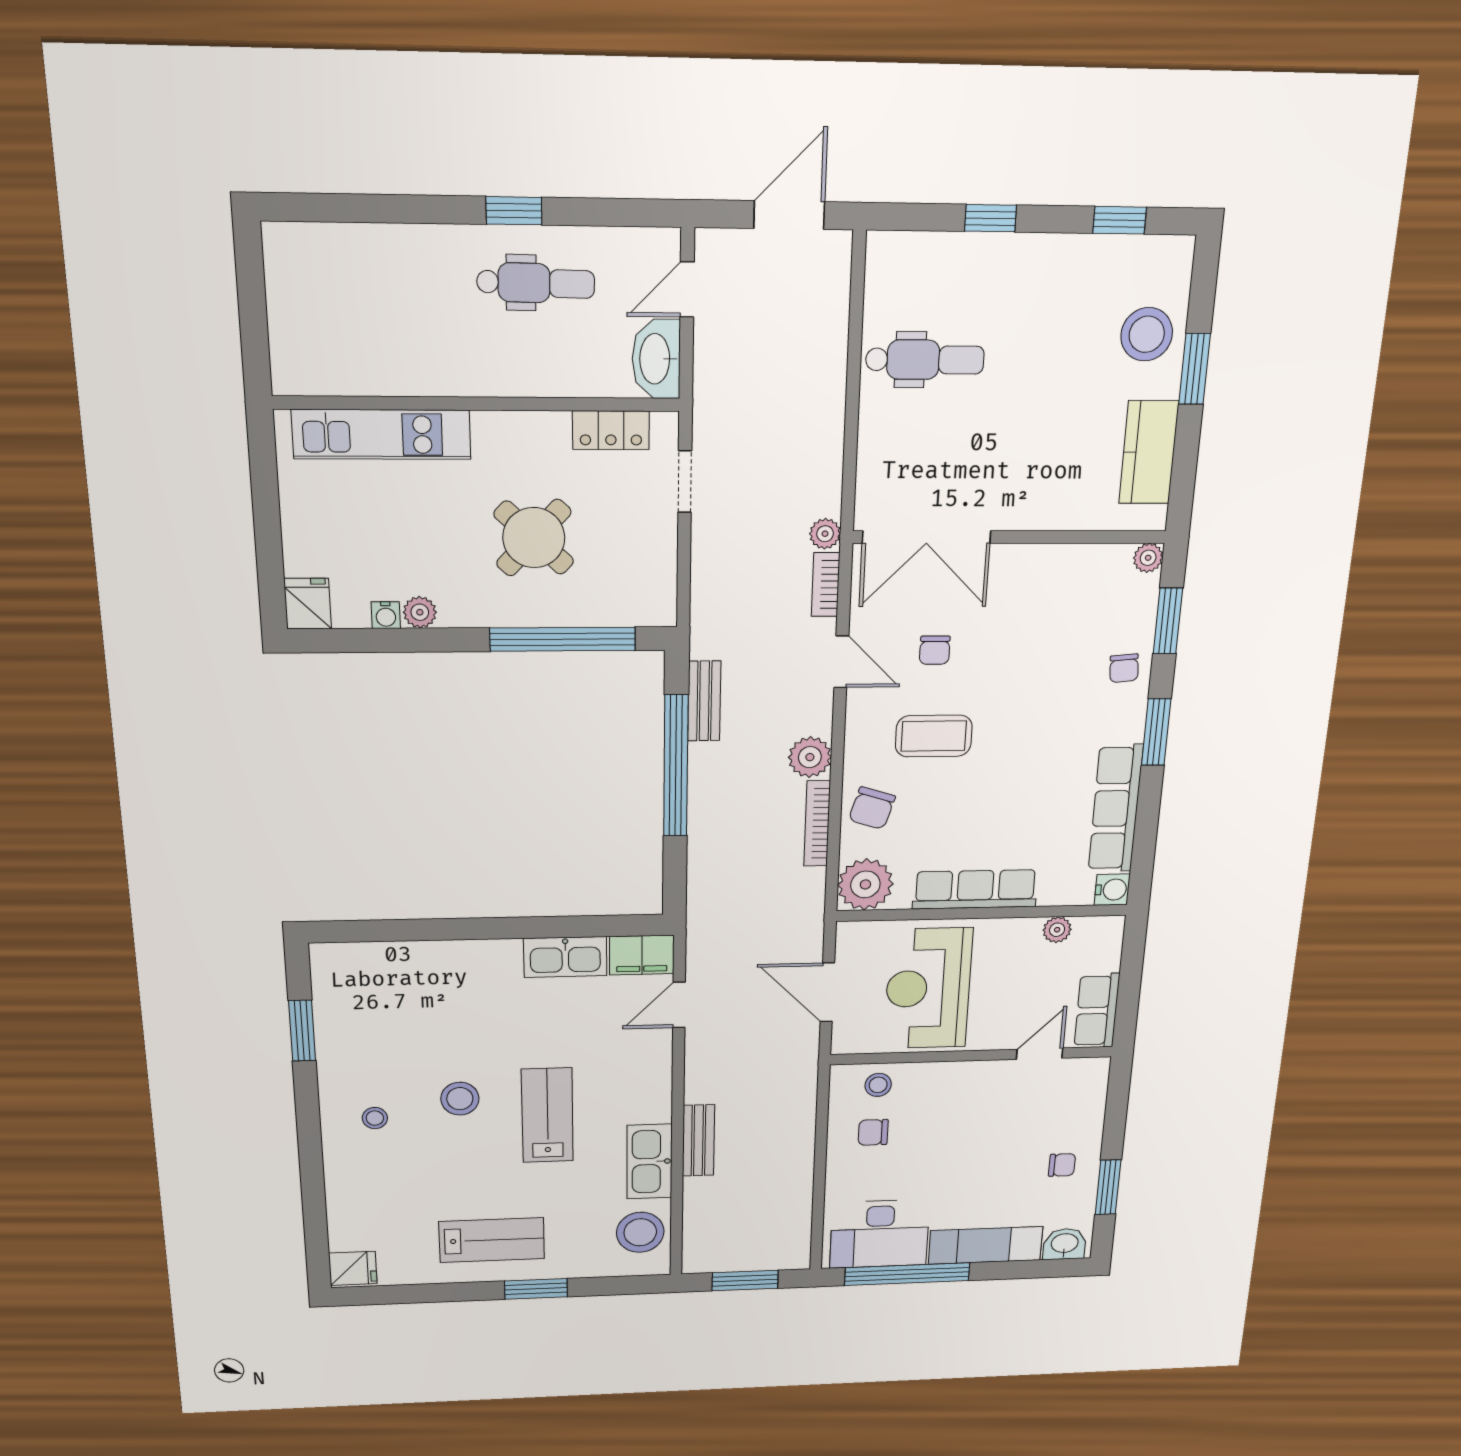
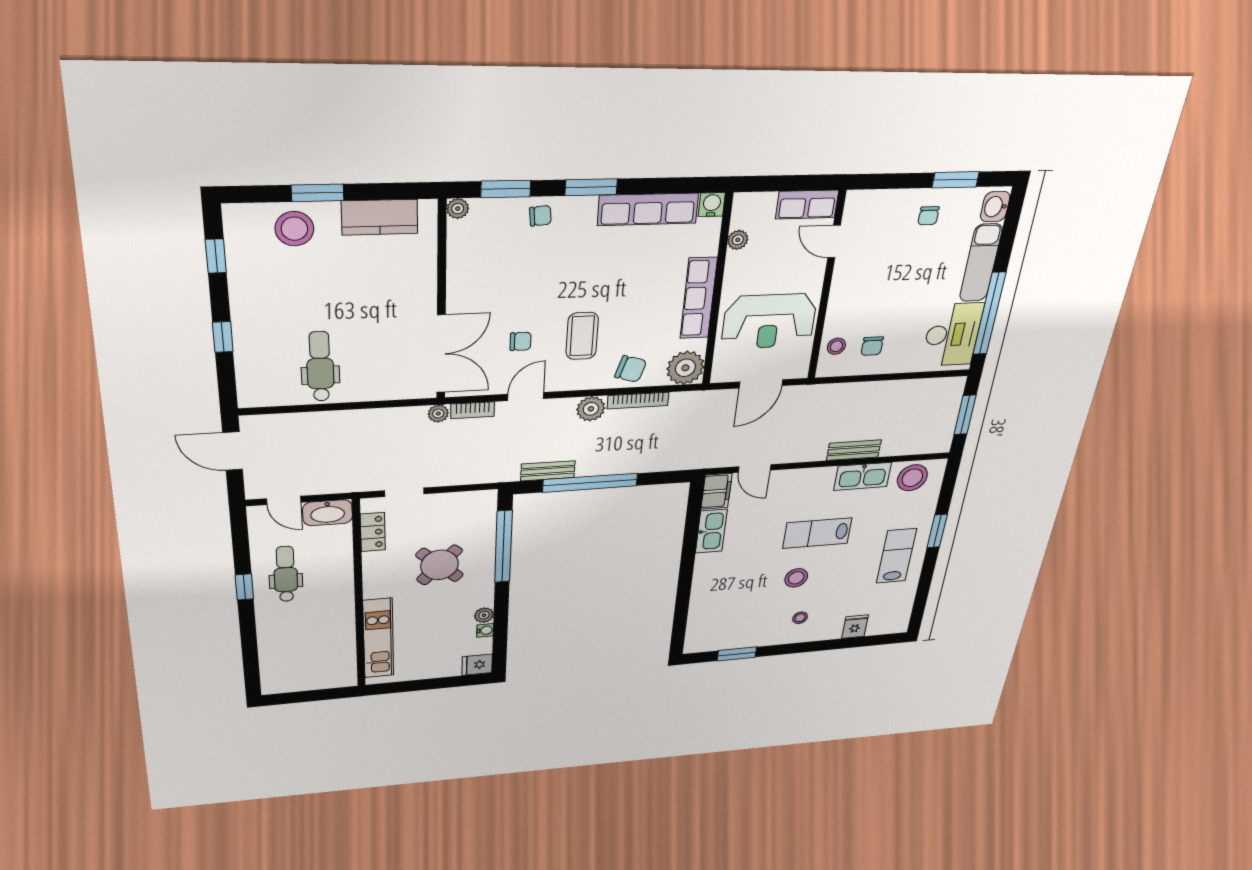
chair: (1062, 1165) -> (928, 216), turned 180
fridge: (353, 1268) -> (855, 627), moved

